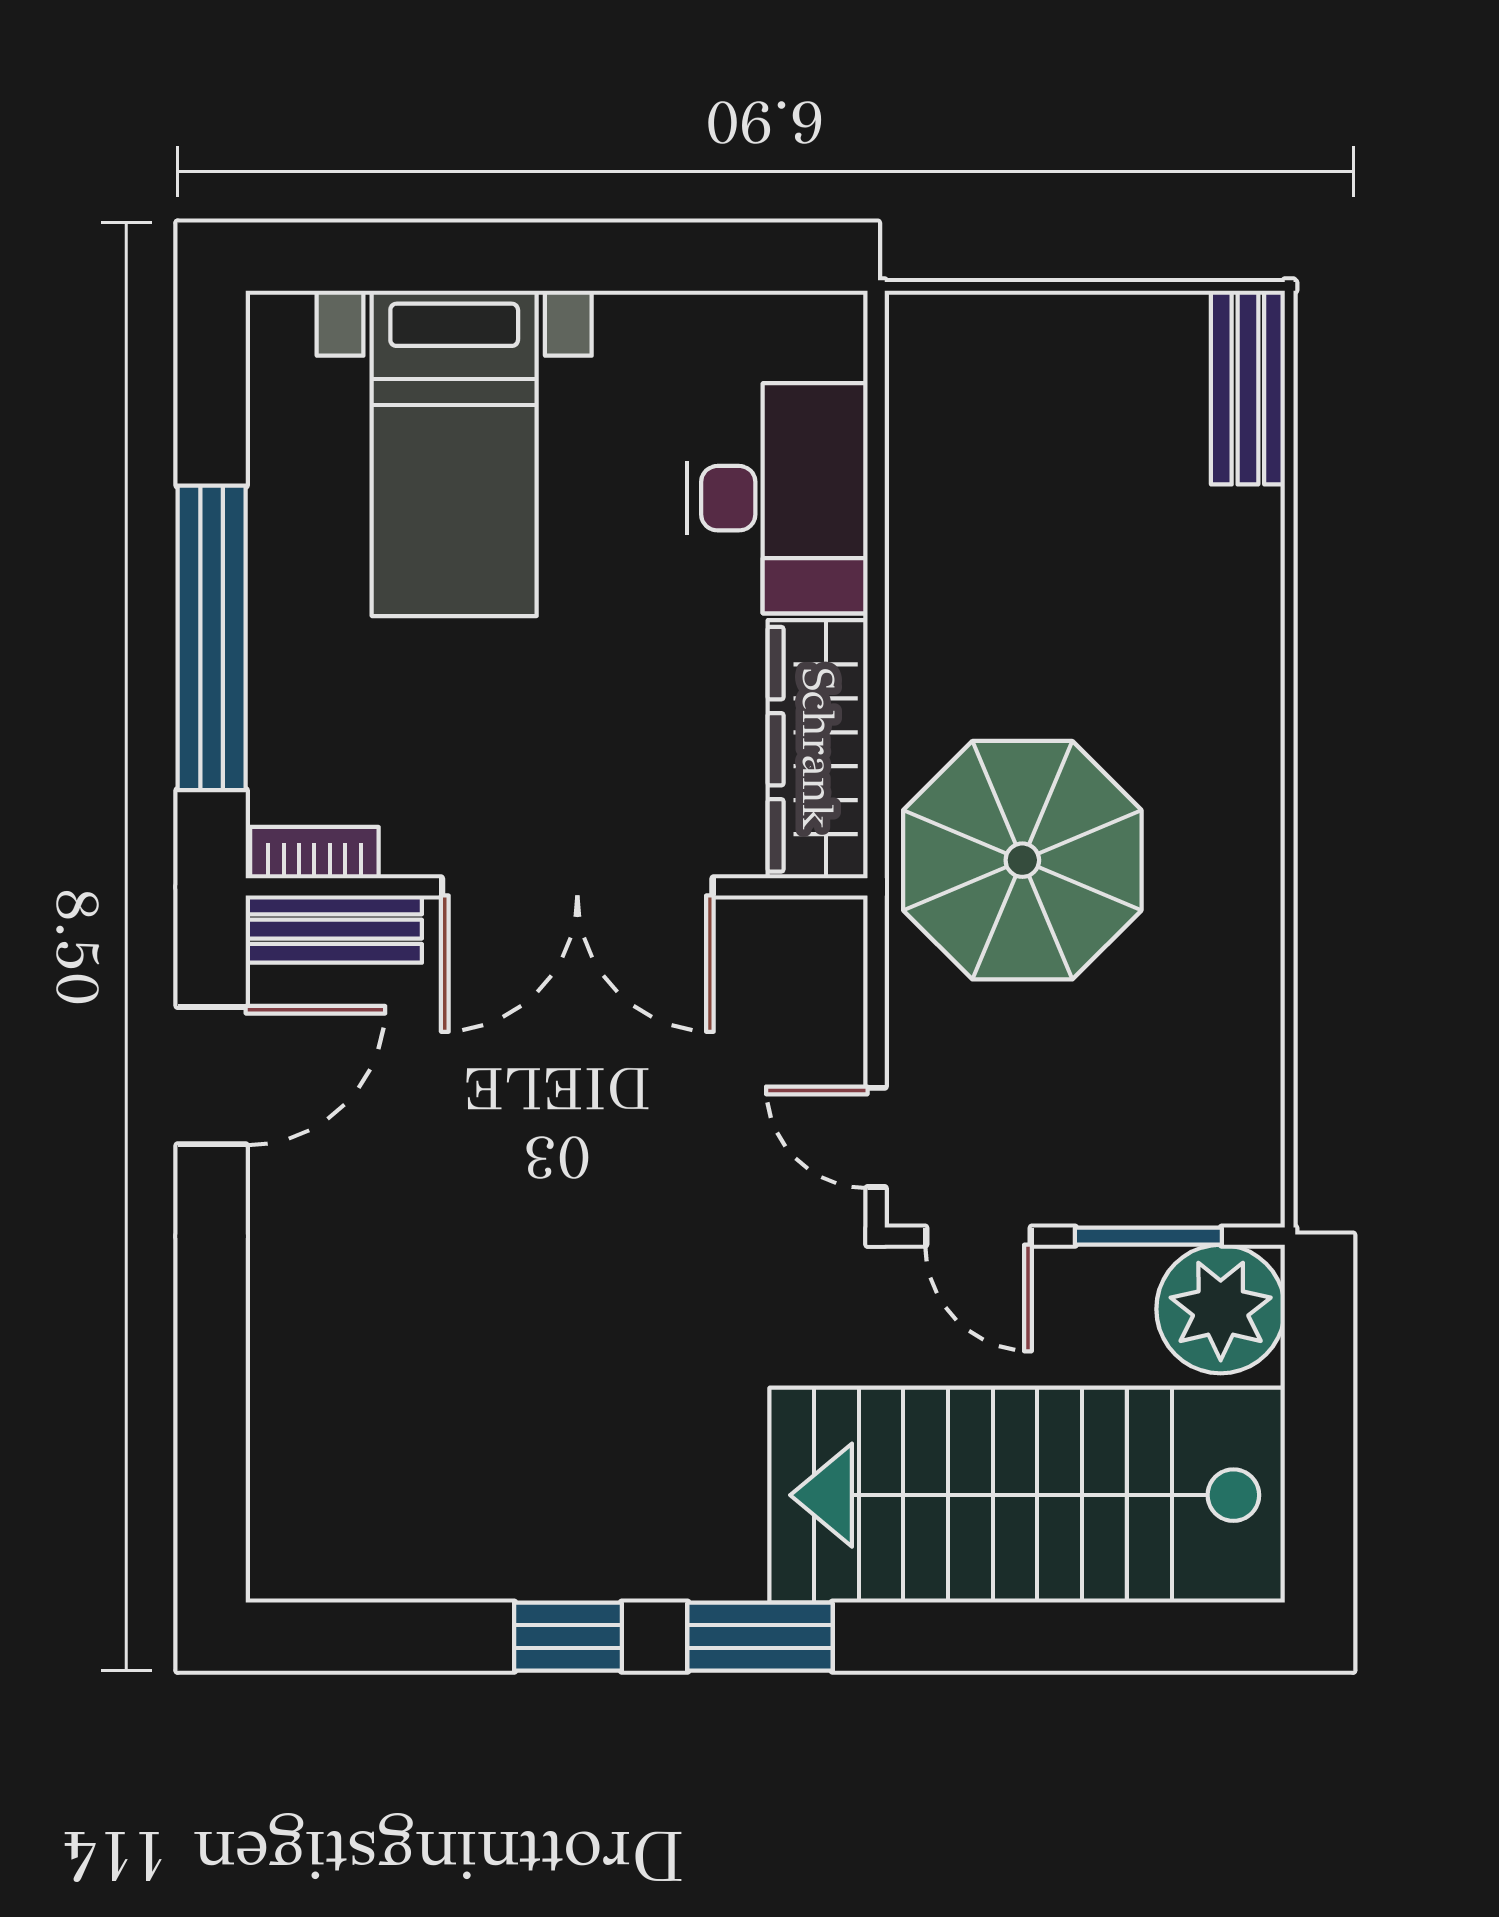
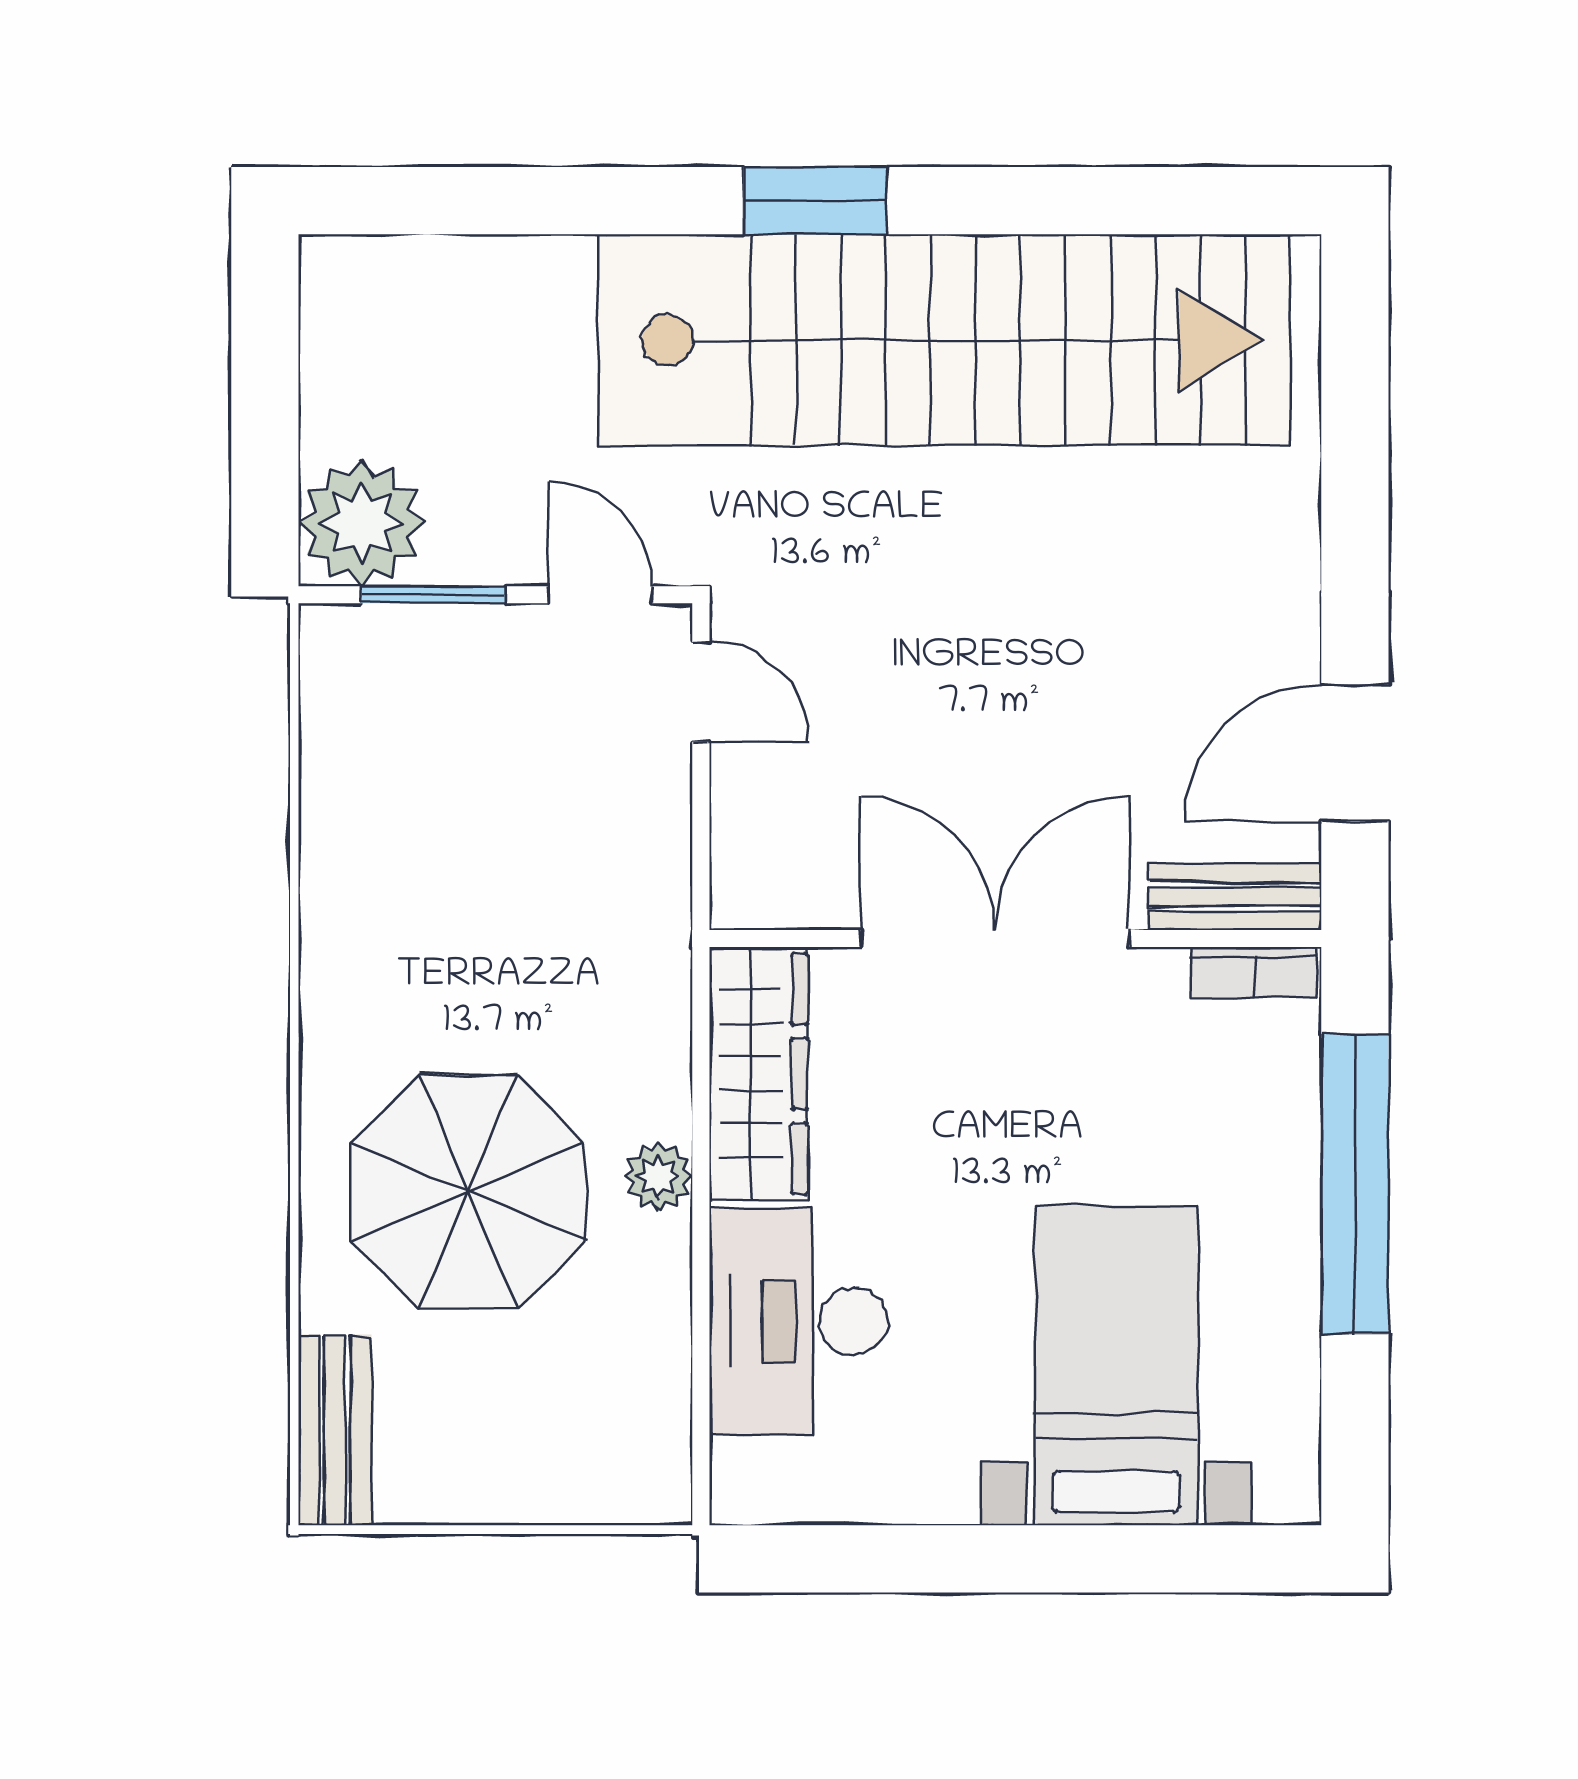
plant: (919, 645) -> (658, 1177), added
parasol: (1022, 860) -> (468, 1192), moved
stairs: (1027, 1495) -> (944, 340), moved, width x1.36
window: (568, 1637) -> (1004, 201), removed

